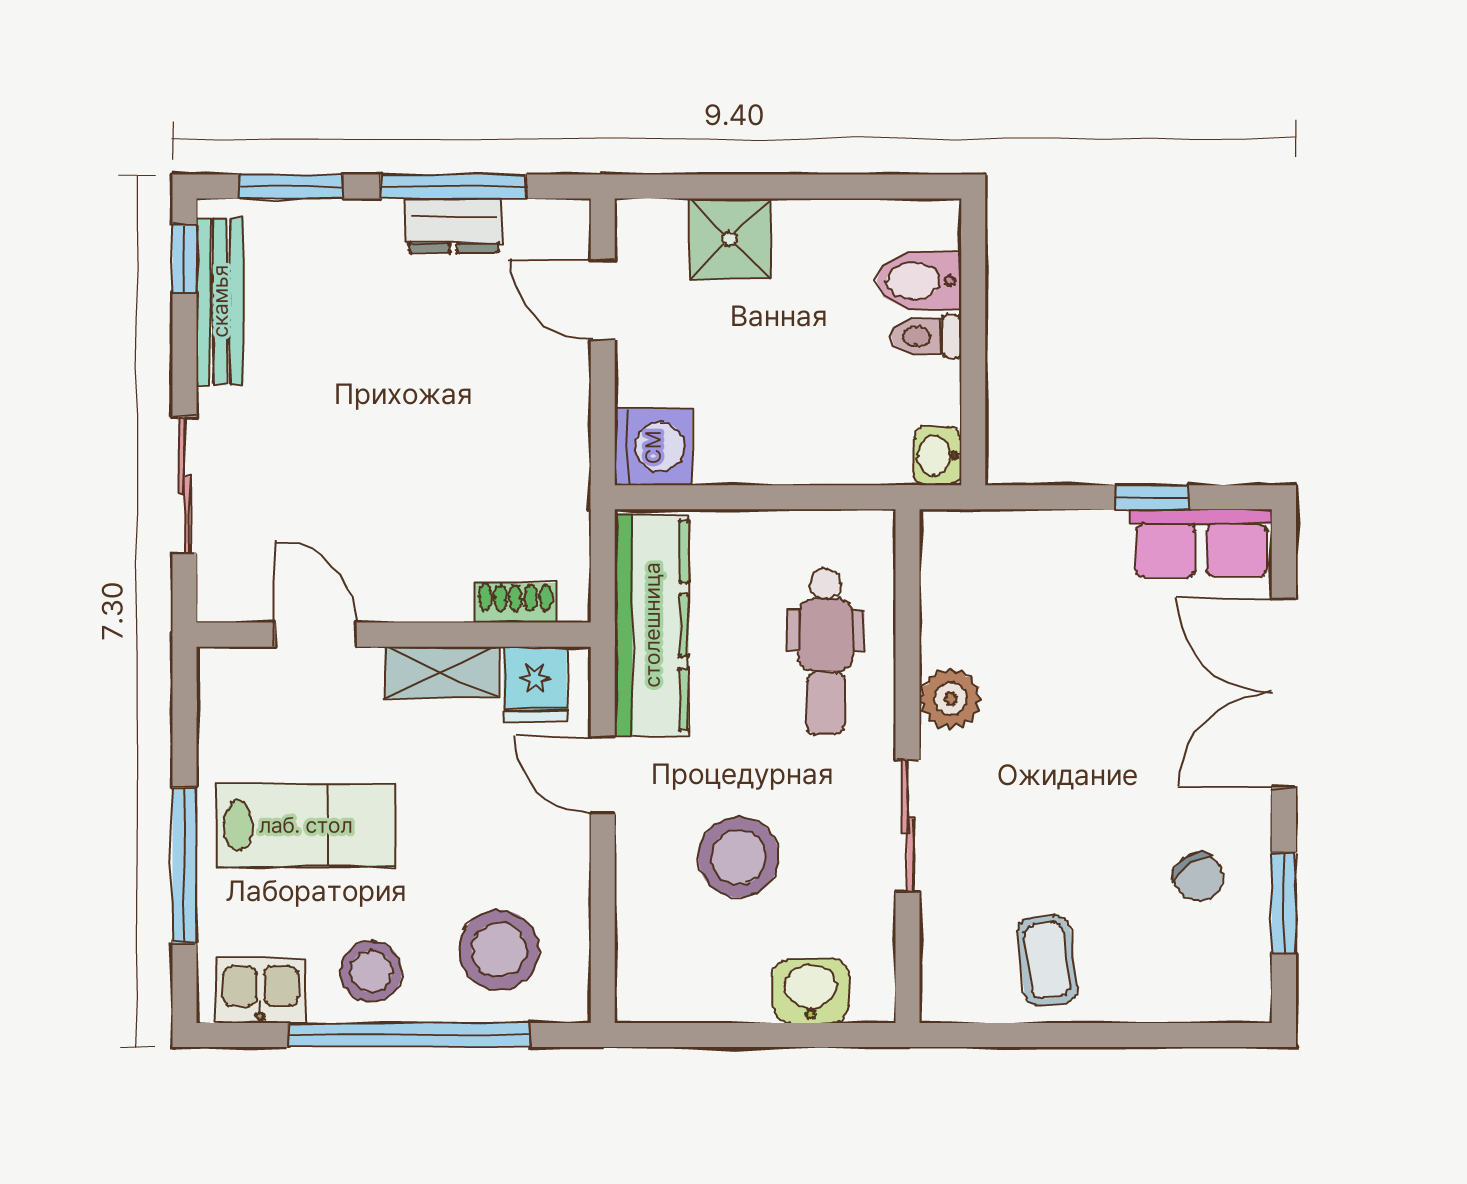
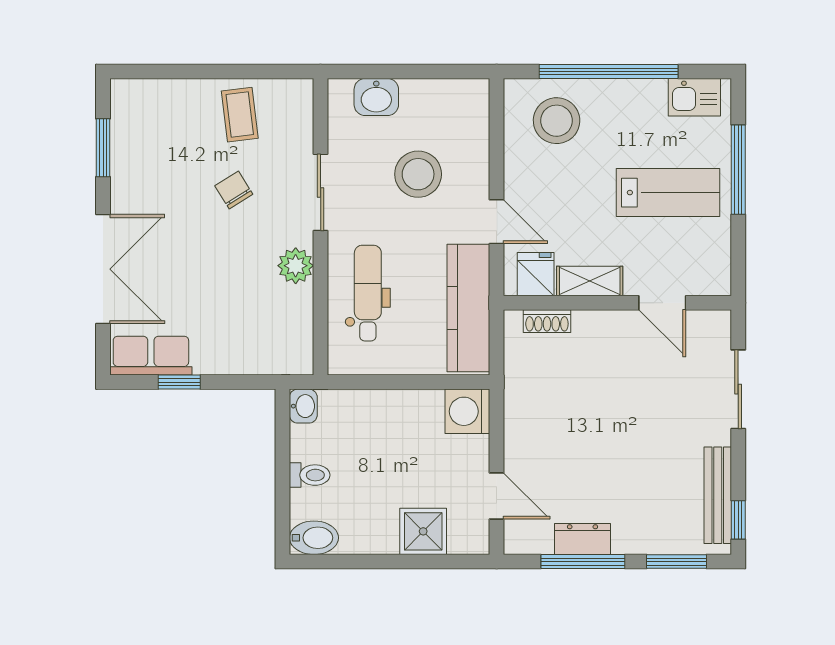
bidet: (919, 281) -> (314, 538), moved
lab bench: (306, 825) -> (668, 193), turned 180
chair: (1198, 877) -> (234, 190), moved
stool: (371, 971) -> (630, 108), removed

